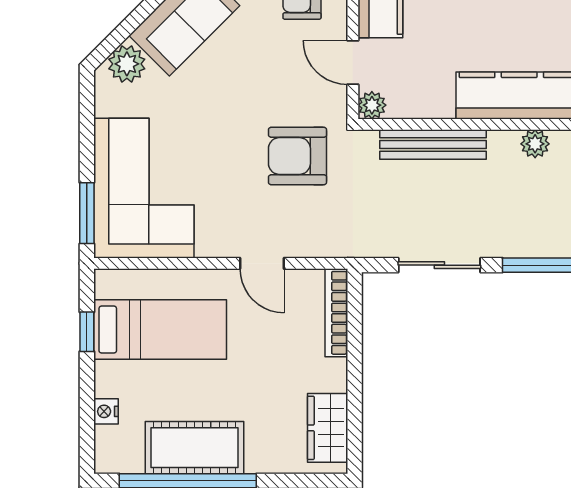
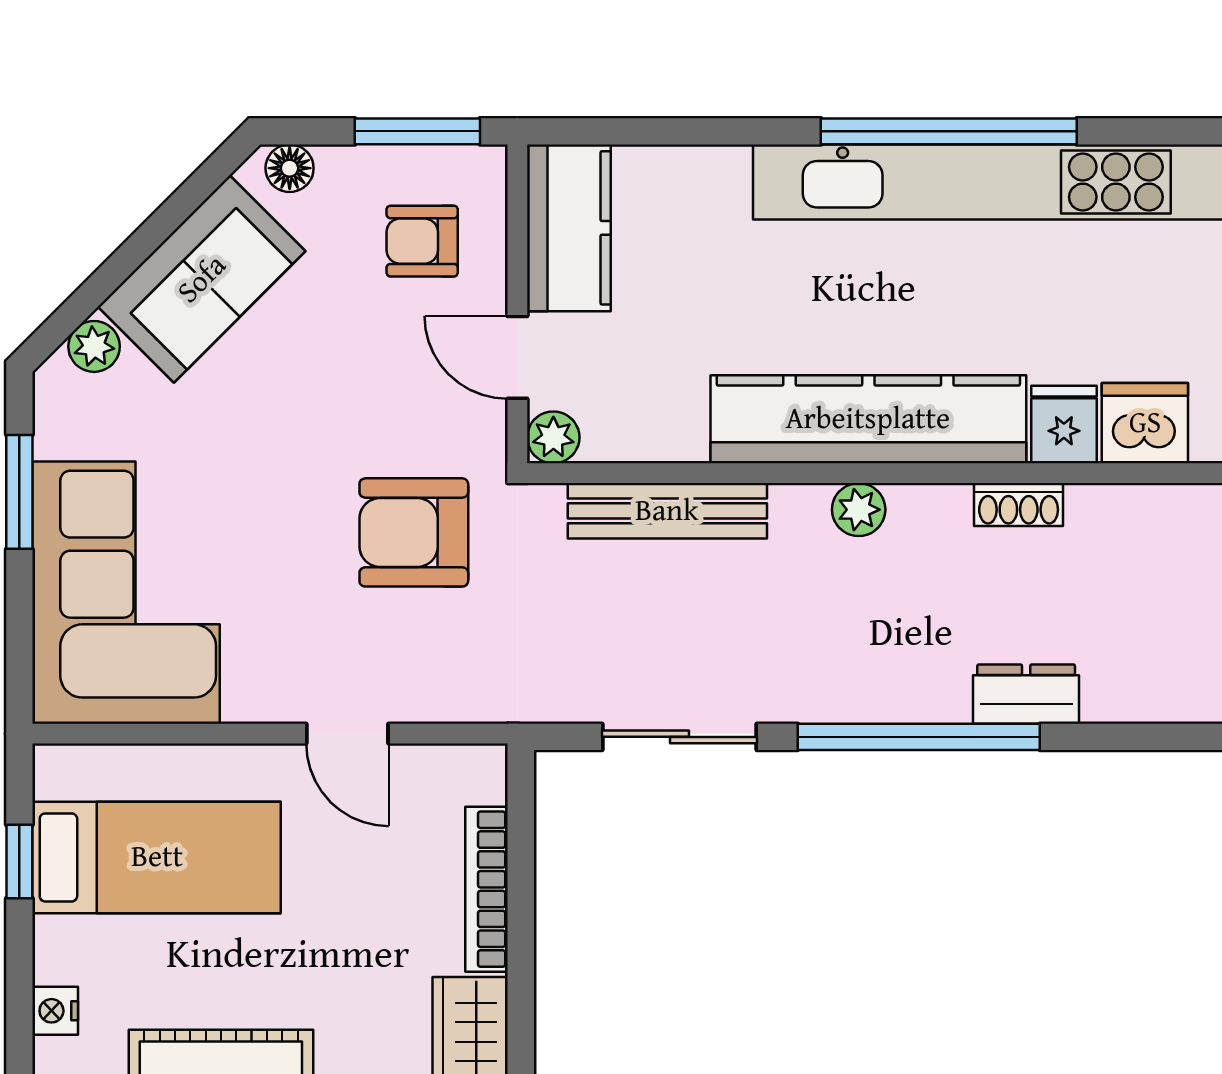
plant: (127, 64) -> (94, 346), width x0.73, depth x0.73
window: (87, 213) -> (19, 492), moved
bookcase: (336, 313) -> (487, 889), moved

